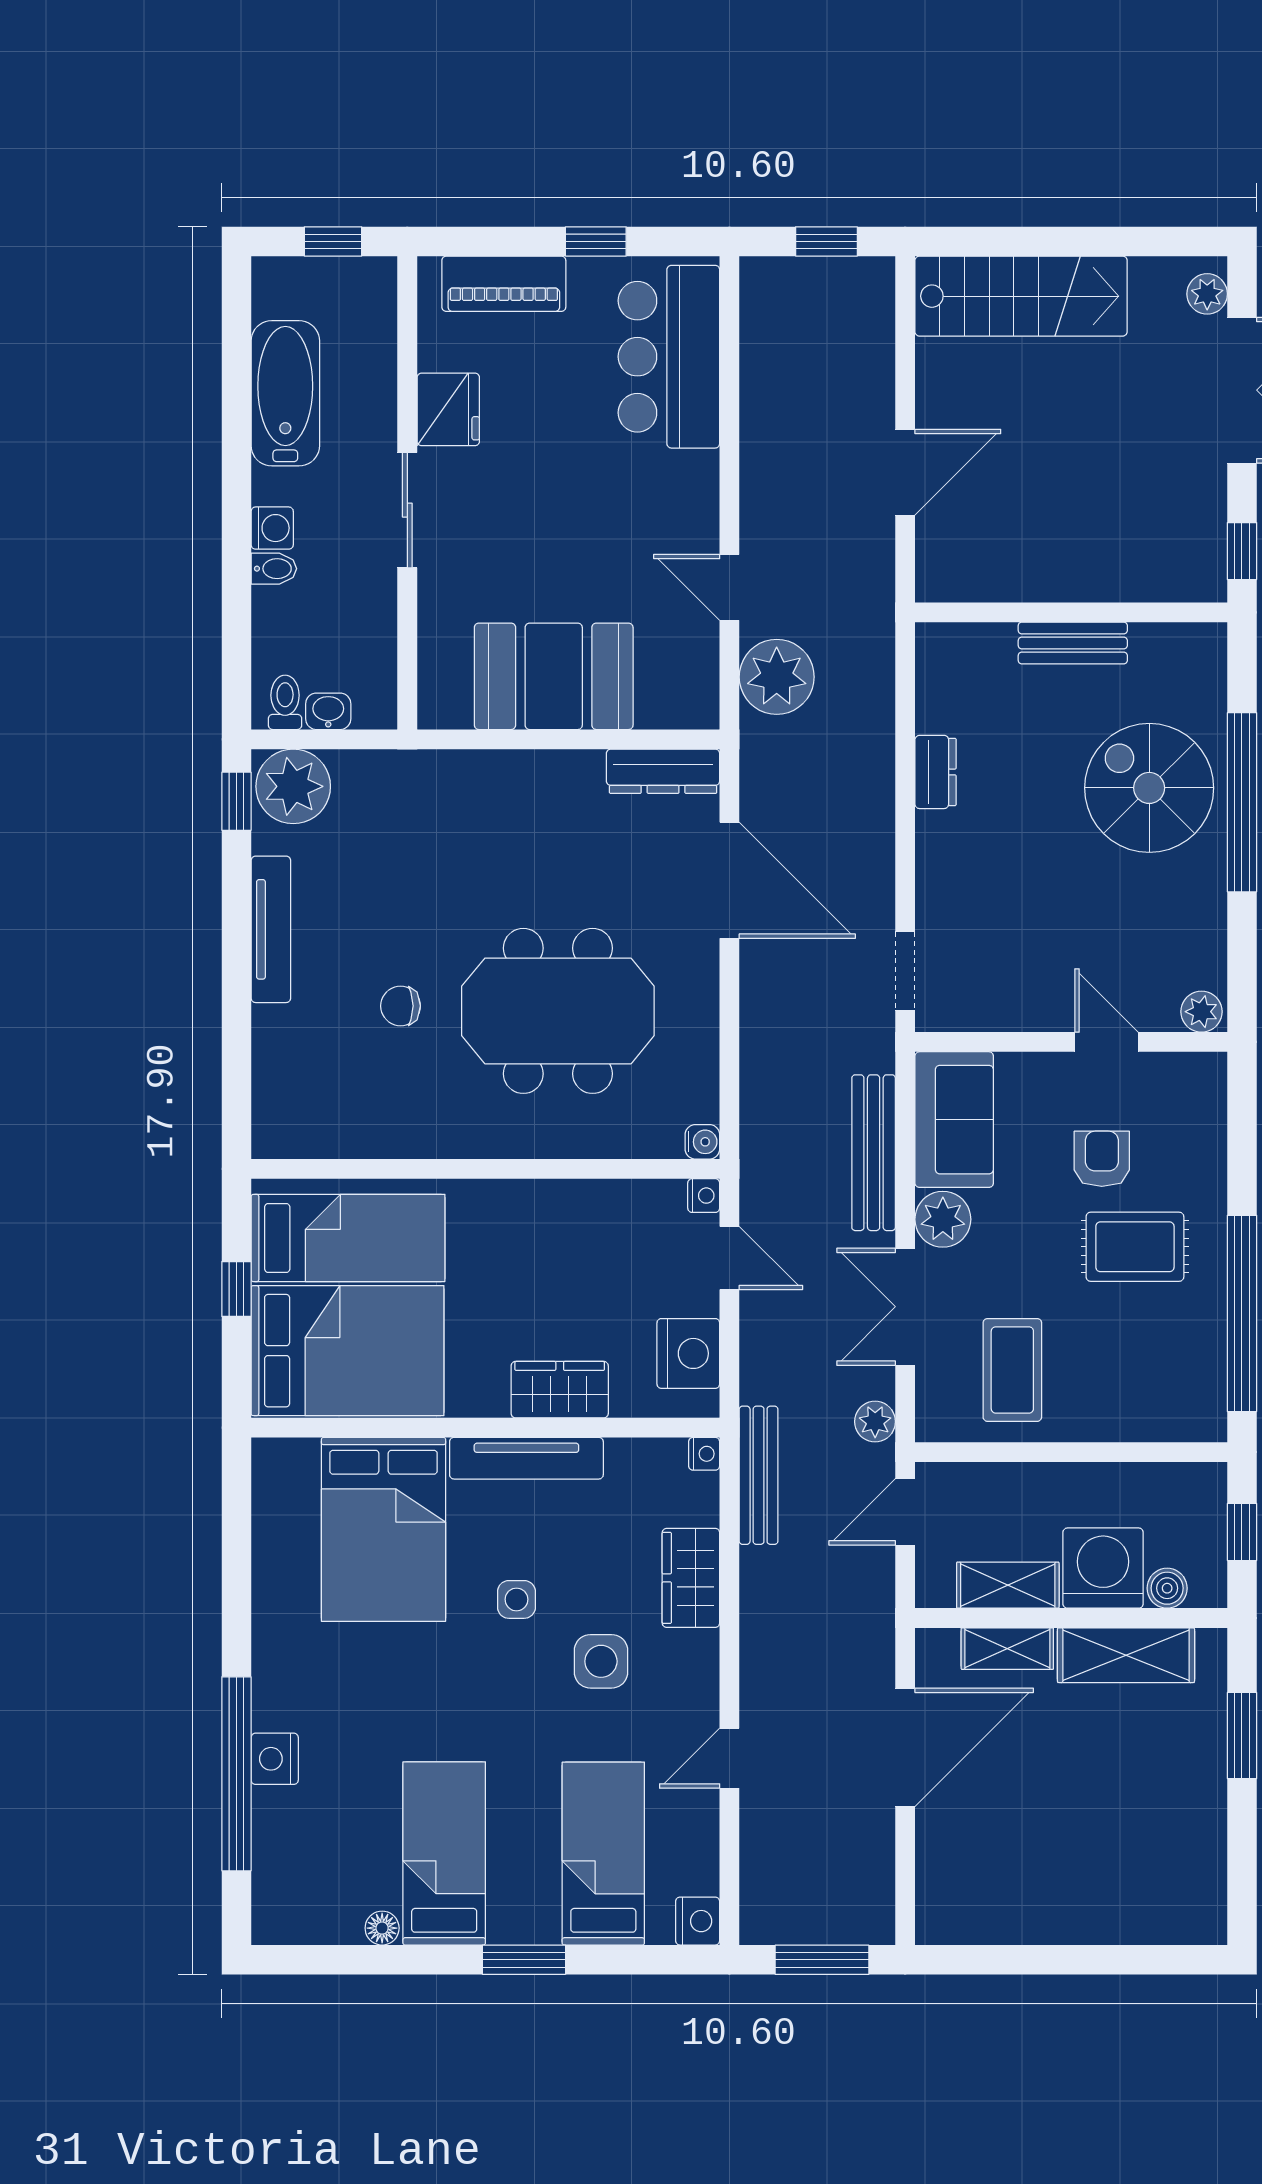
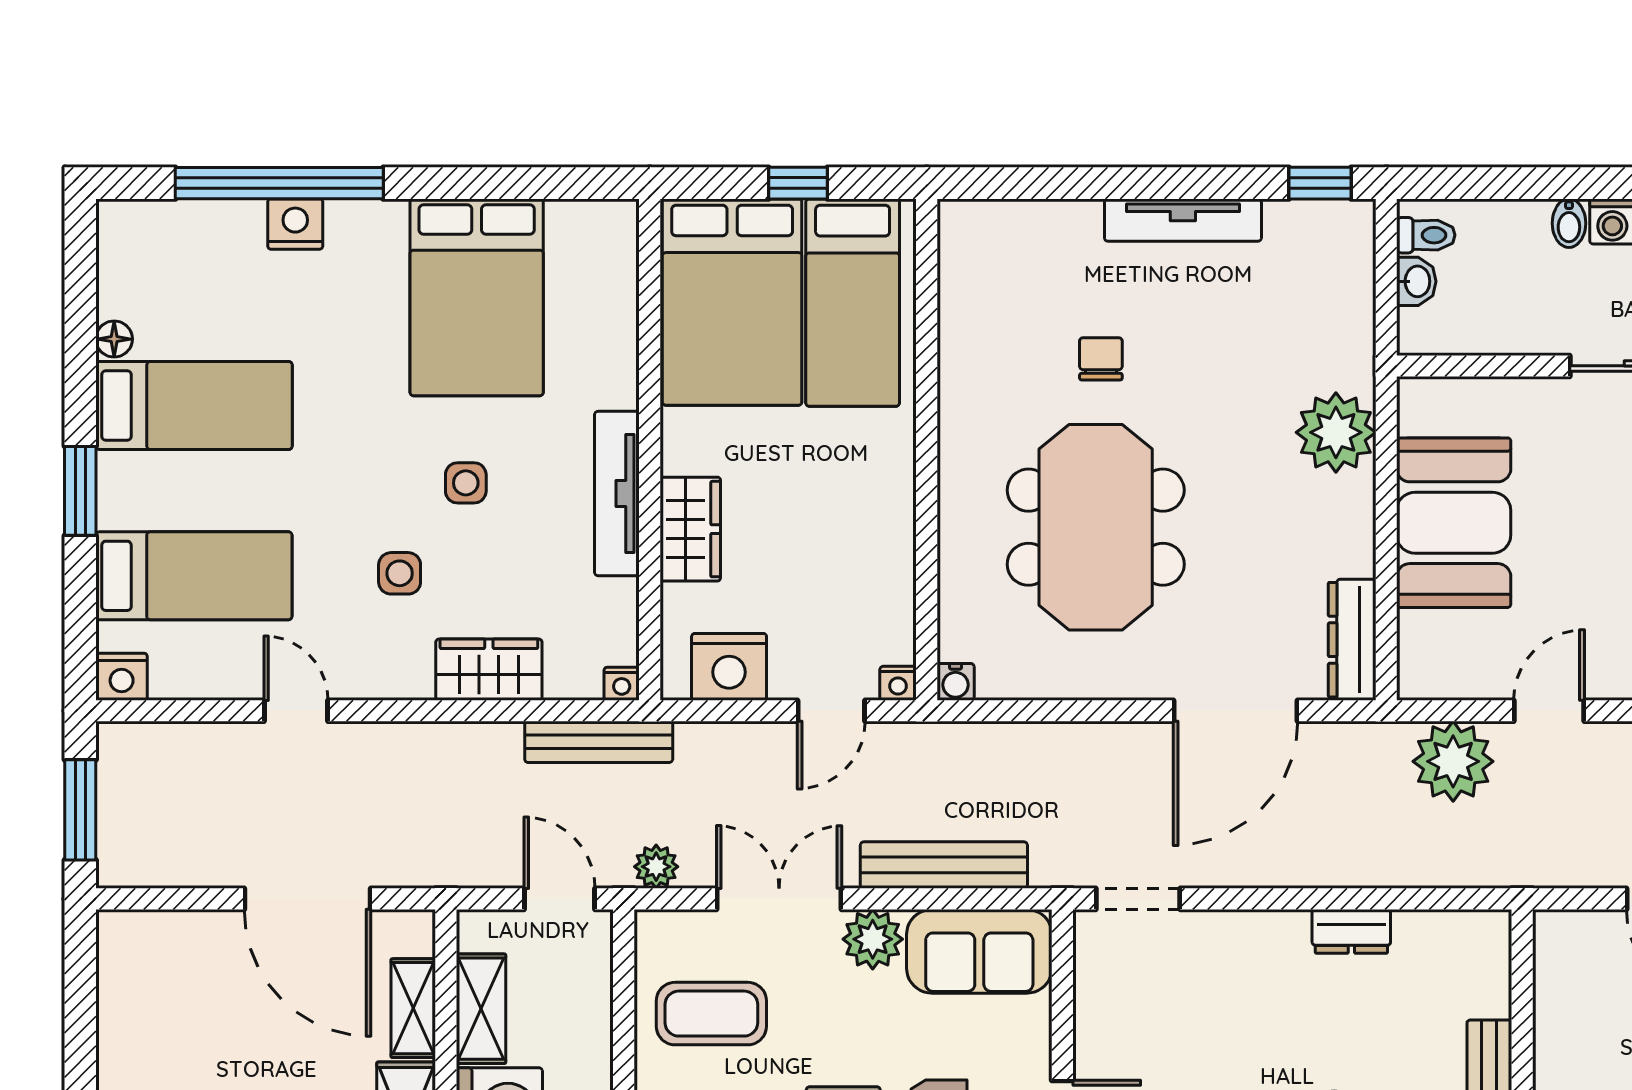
plant: (293, 786) -> (1336, 432), moved
bed: (383, 1529) -> (477, 297), moved, turned -90
side table: (601, 1661) -> (400, 573), width x0.73, depth x0.73

